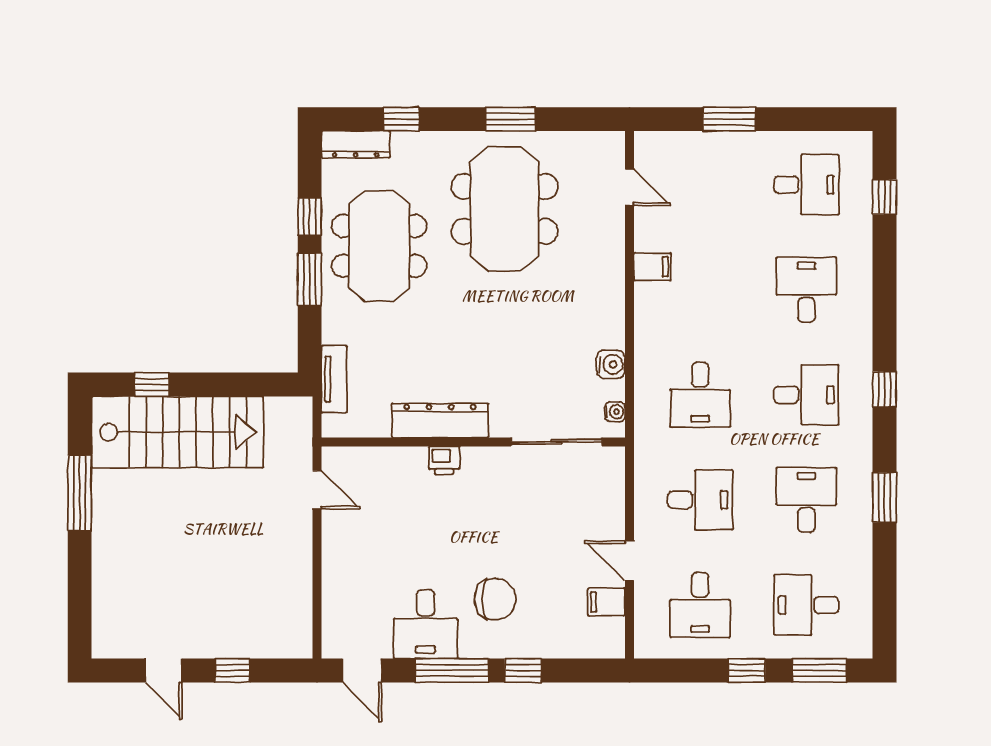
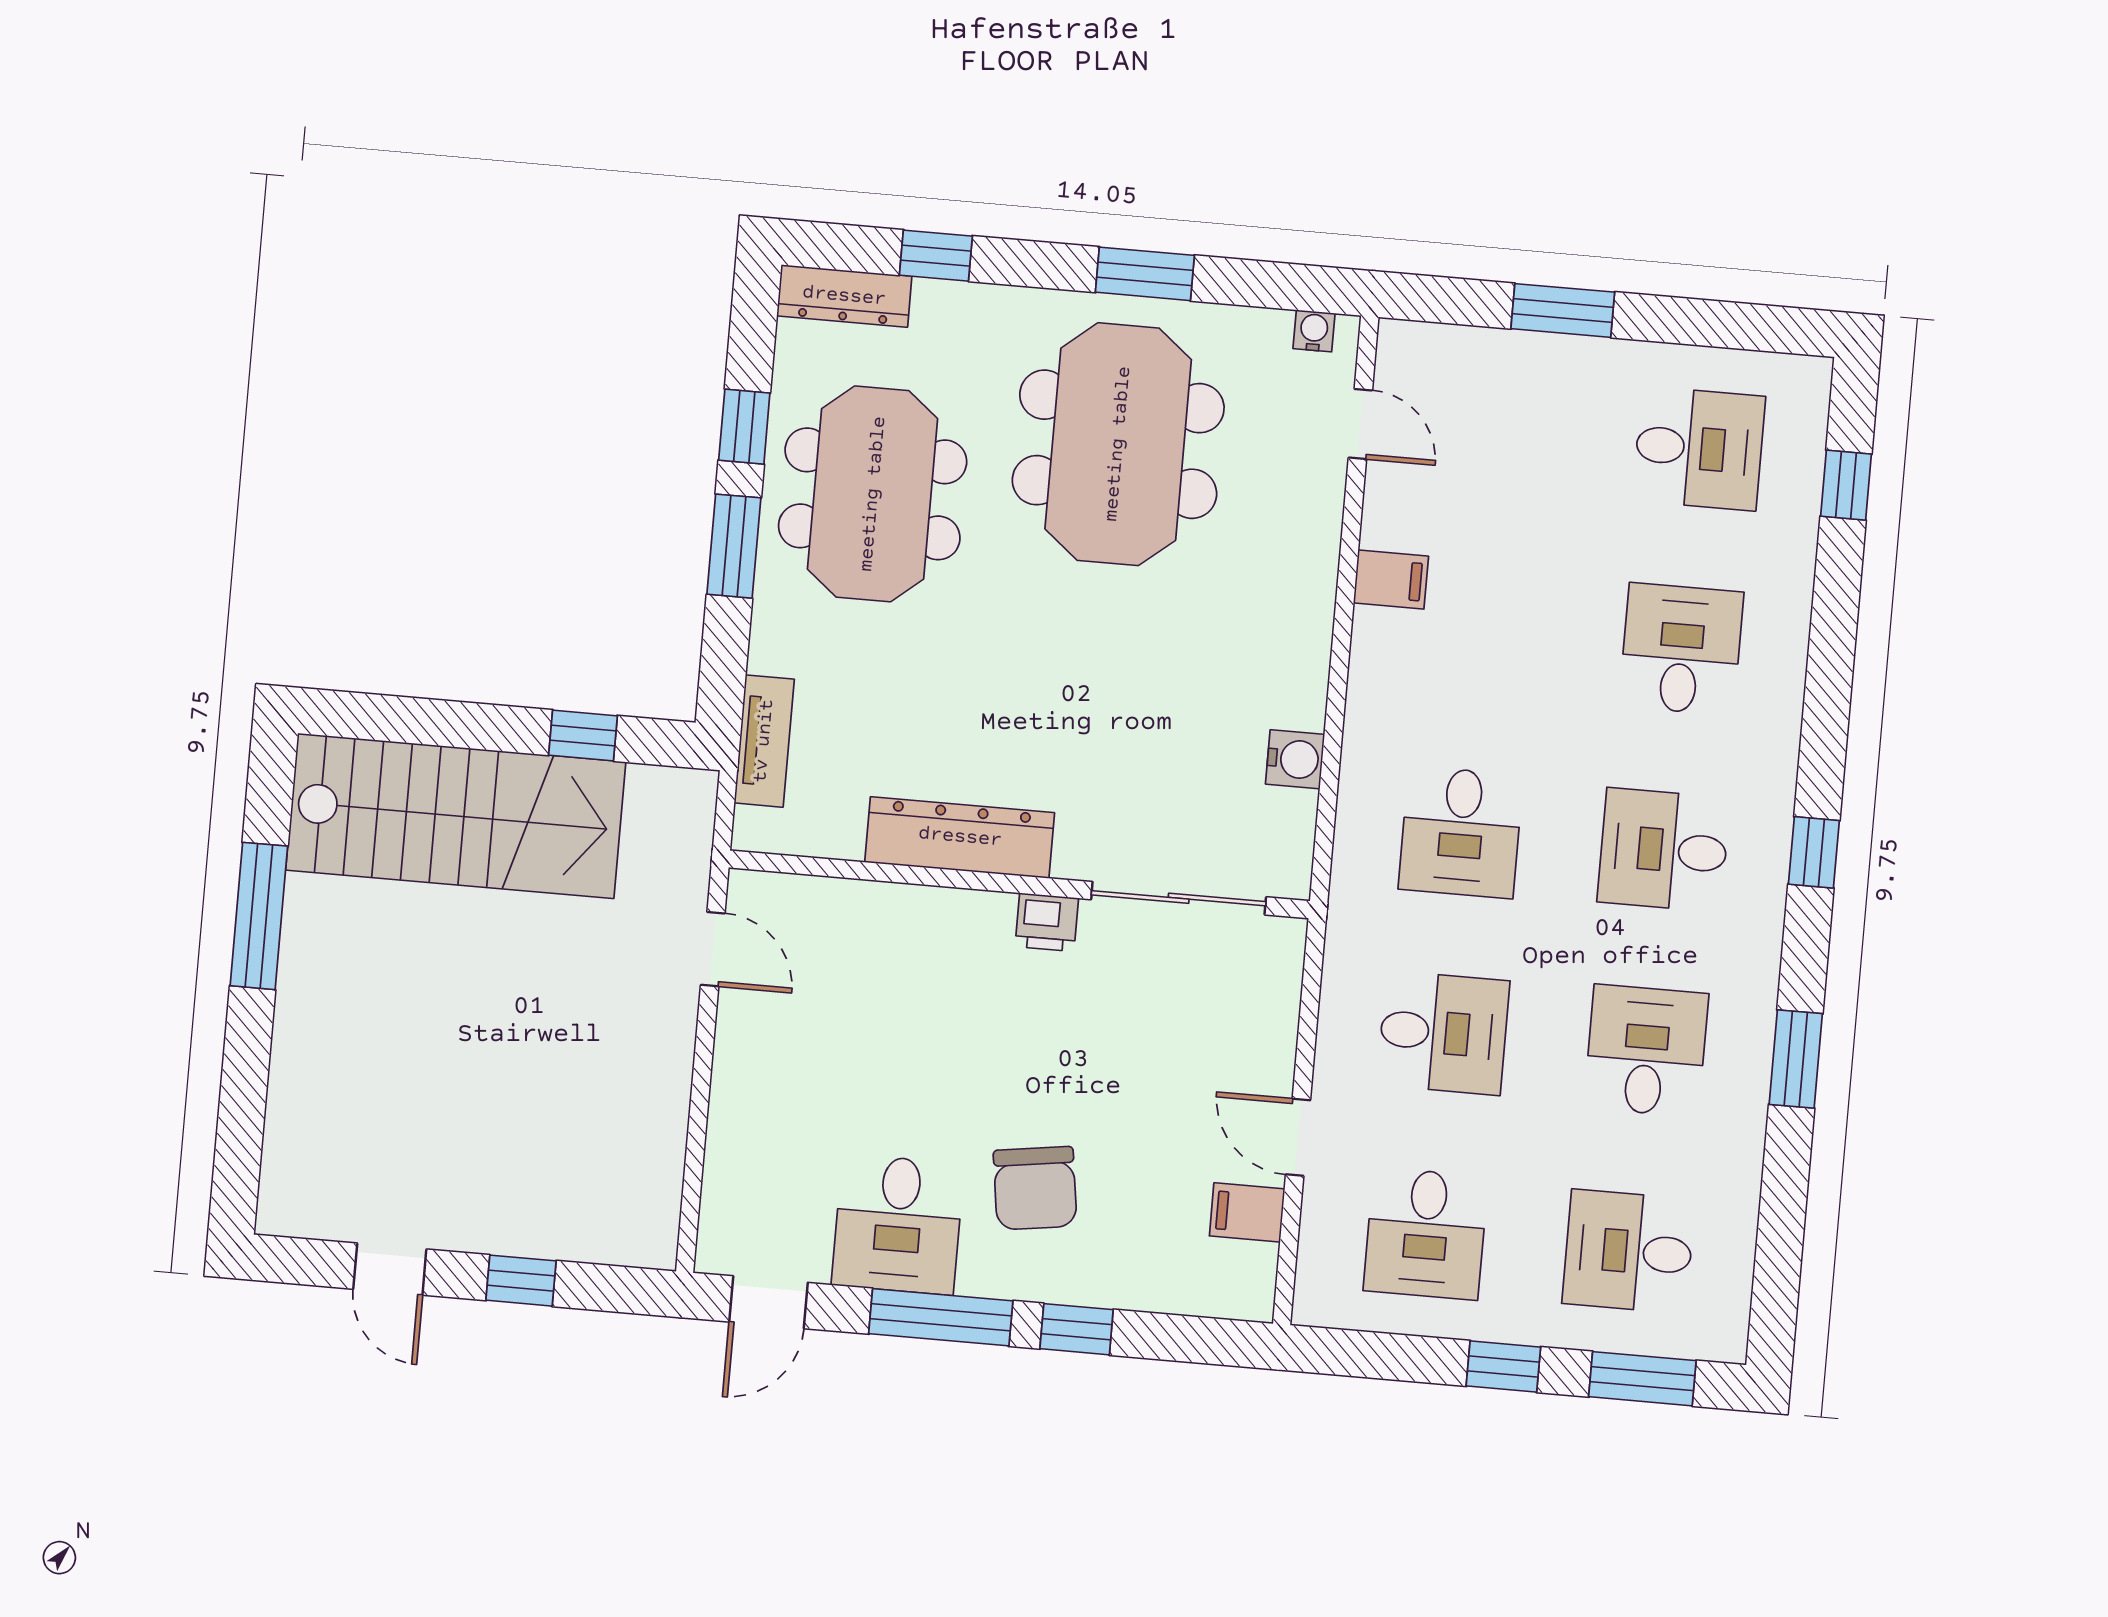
window: (152, 385) -> (583, 735), moved
desk: (806, 395) -> (1664, 850), turned 180
water cooler: (615, 412) -> (1314, 331), moved, turned -90
printer: (444, 460) -> (1047, 922), moved
chair: (495, 599) -> (1035, 1188), turned 82
door: (362, 670) -> (768, 1302), hinge flipped

